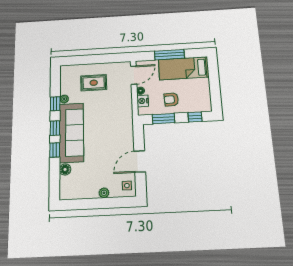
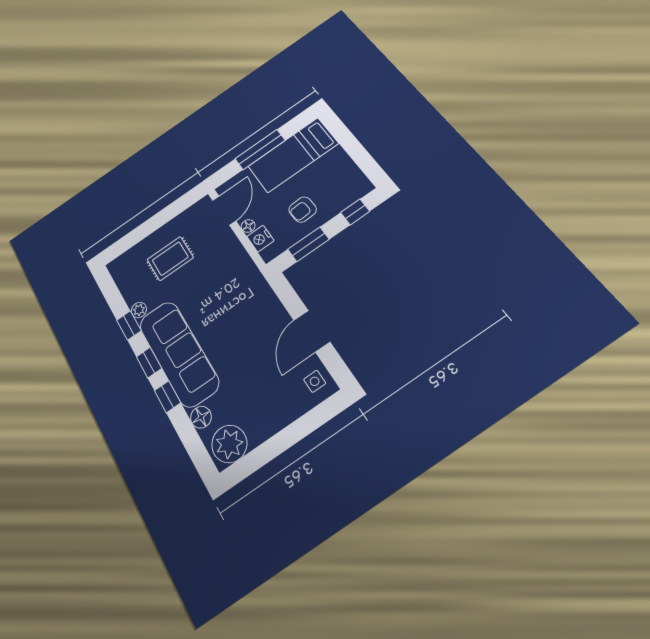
plant: (104, 193) -> (229, 444), moved, width x1.88, depth x1.88

